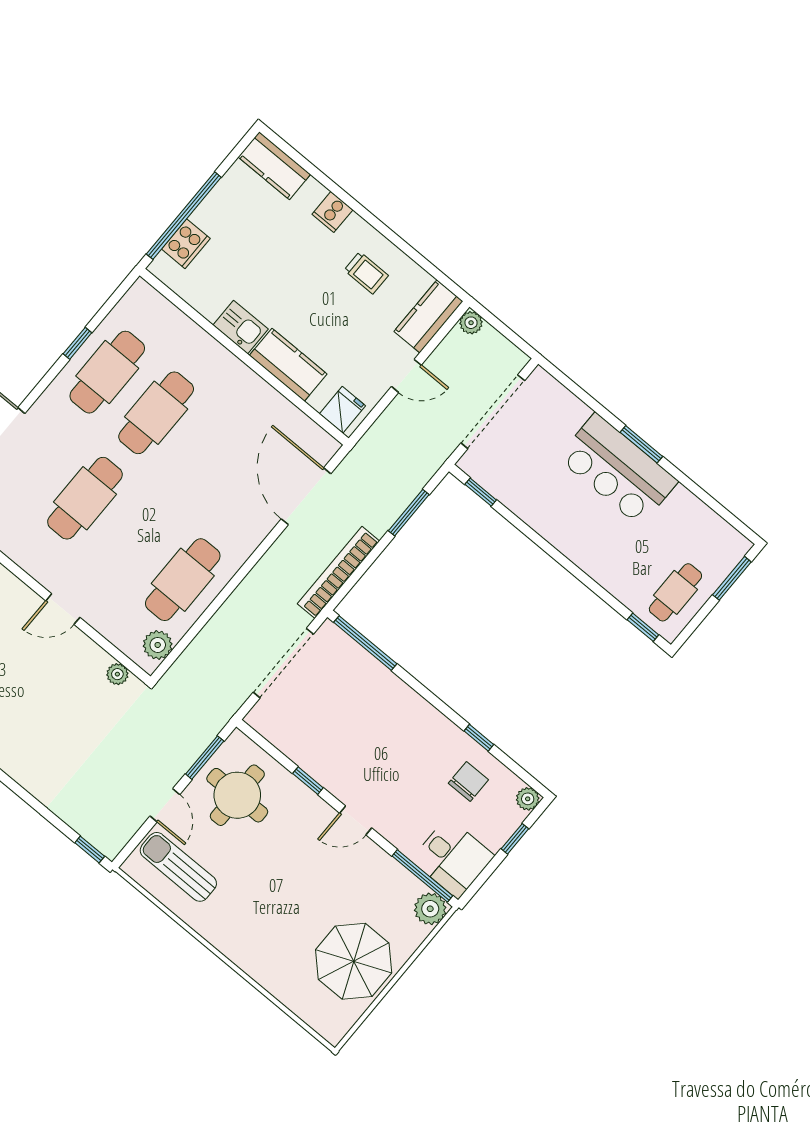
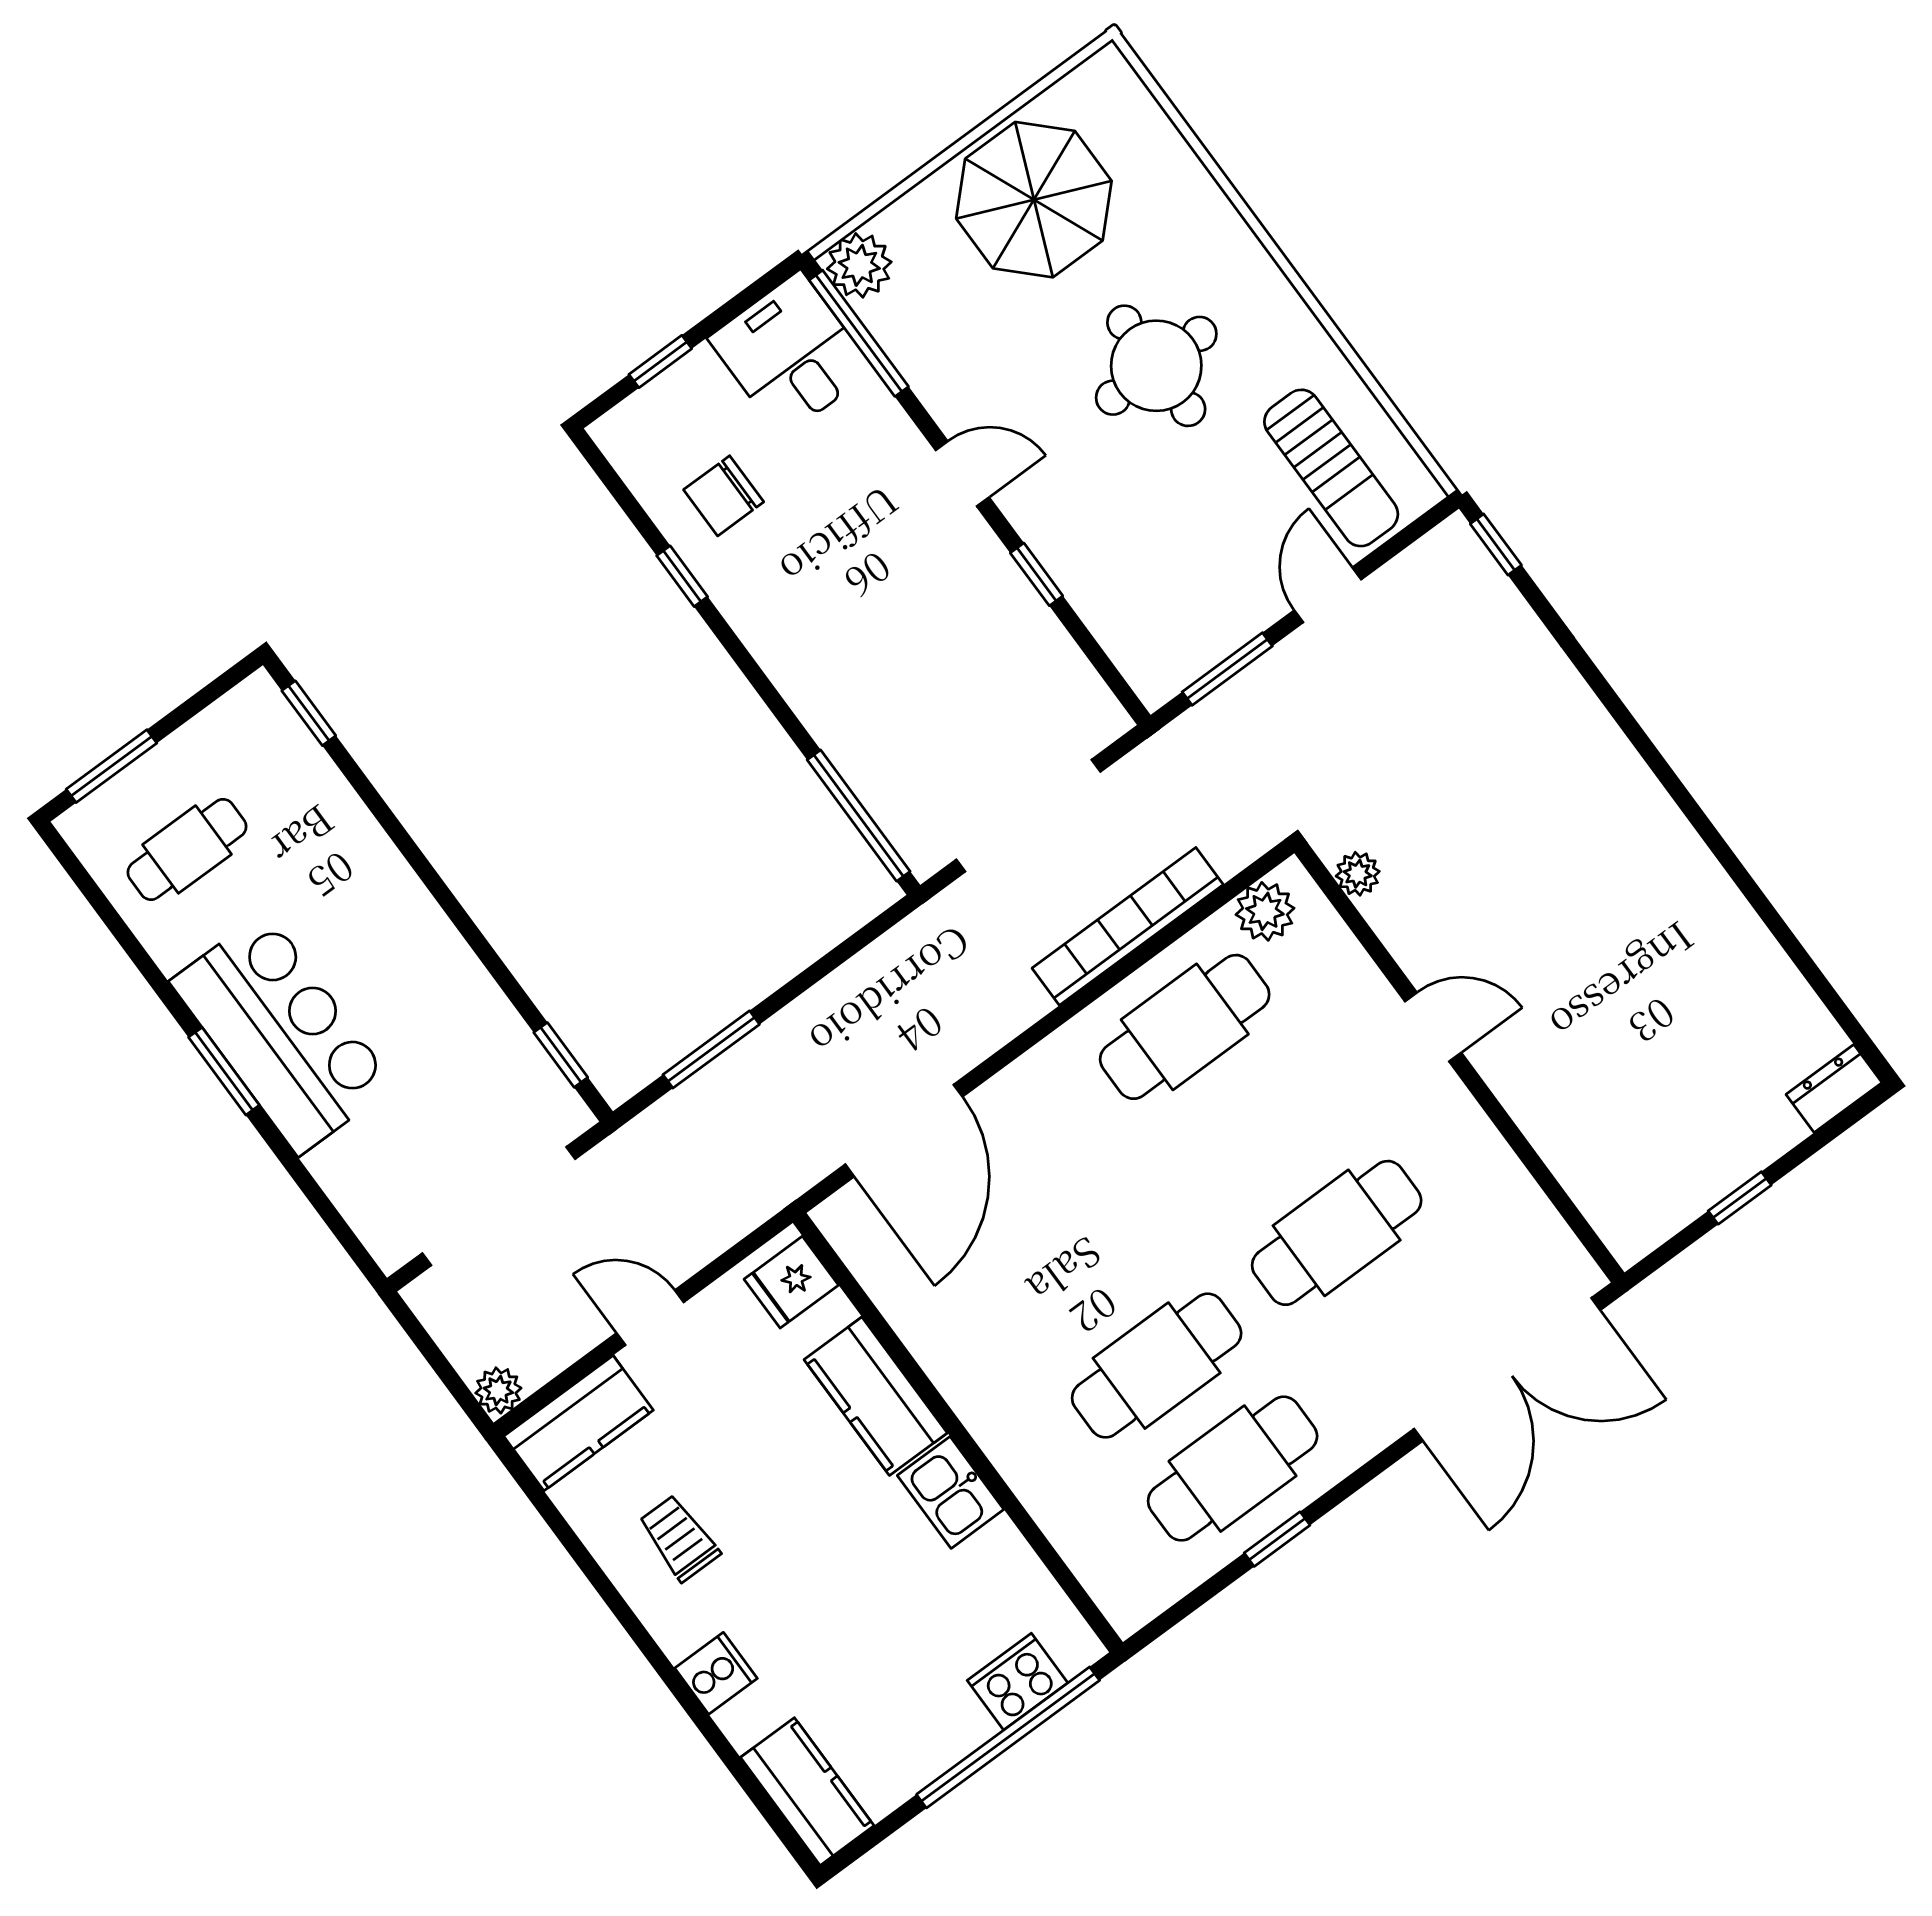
bookcase: (338, 572) -> (1128, 926), moved, turned 180
cafe table: (675, 592) -> (187, 849), moved
round table: (237, 795) -> (1156, 366), moved
plant: (528, 799) -> (616, 433), removed

